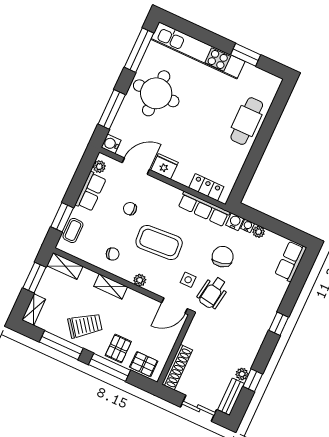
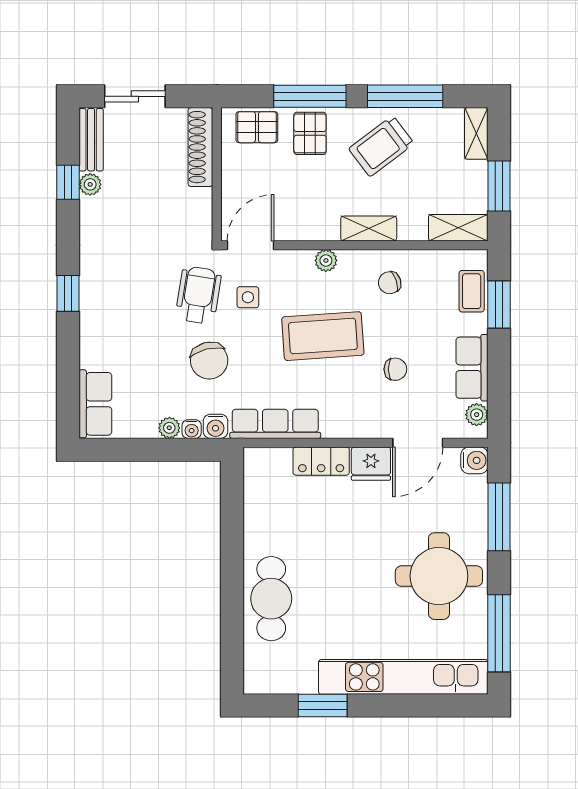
locker: (206, 187) -> (321, 461), moved

